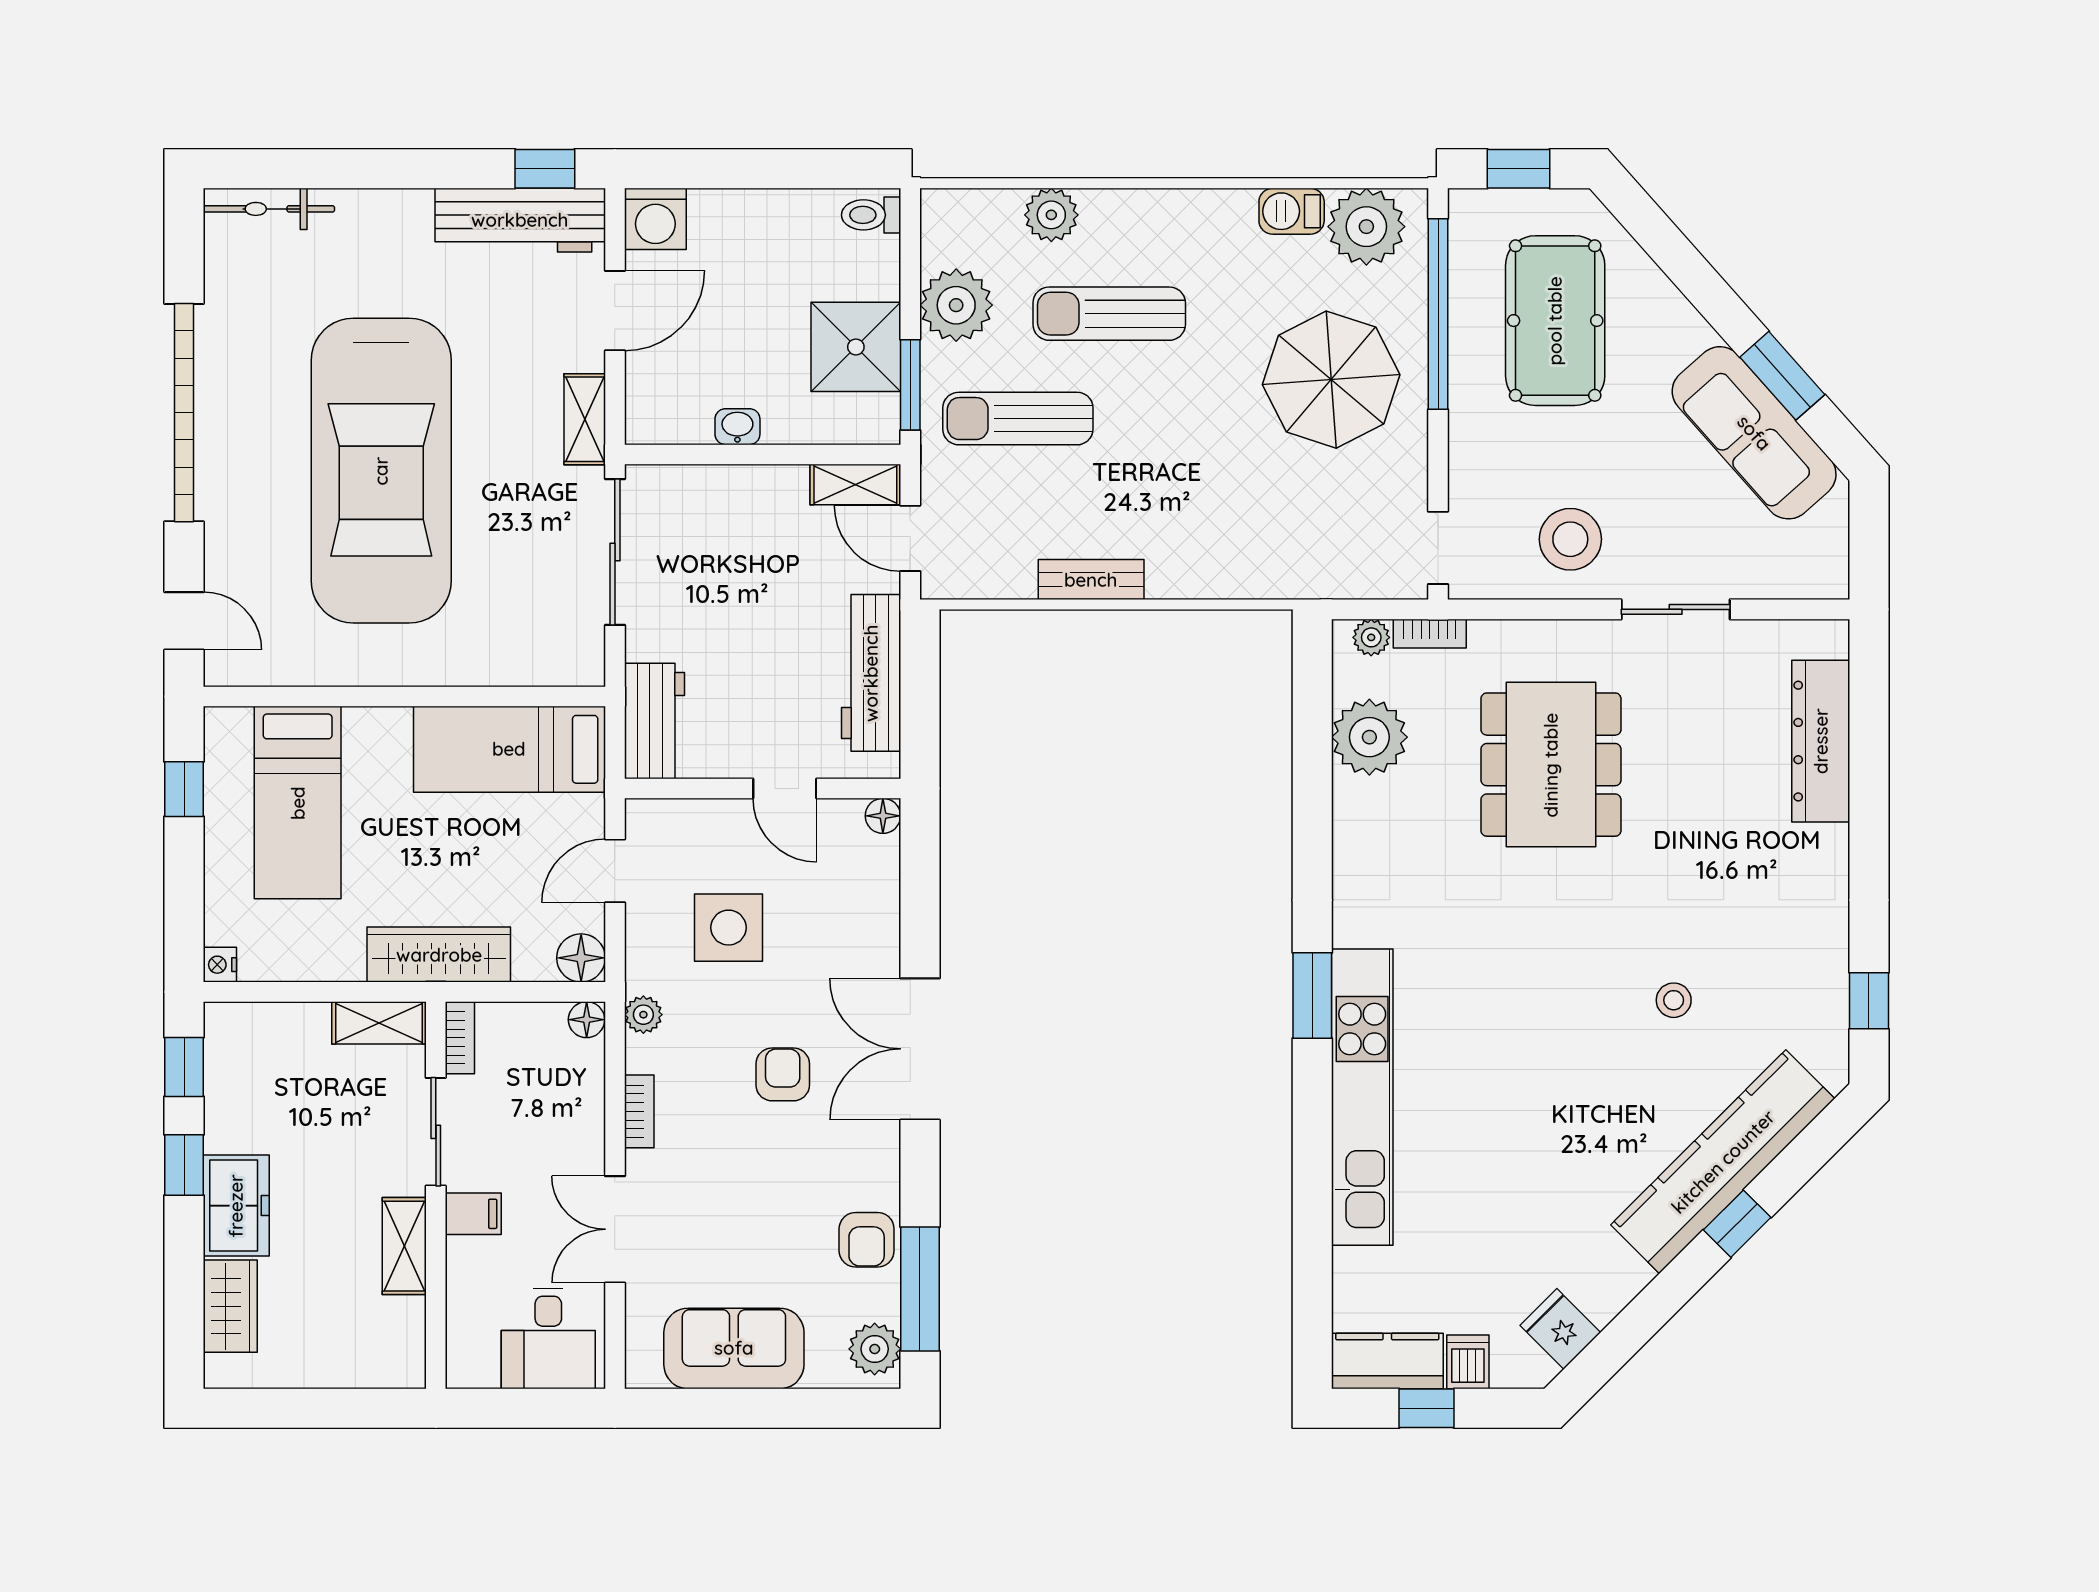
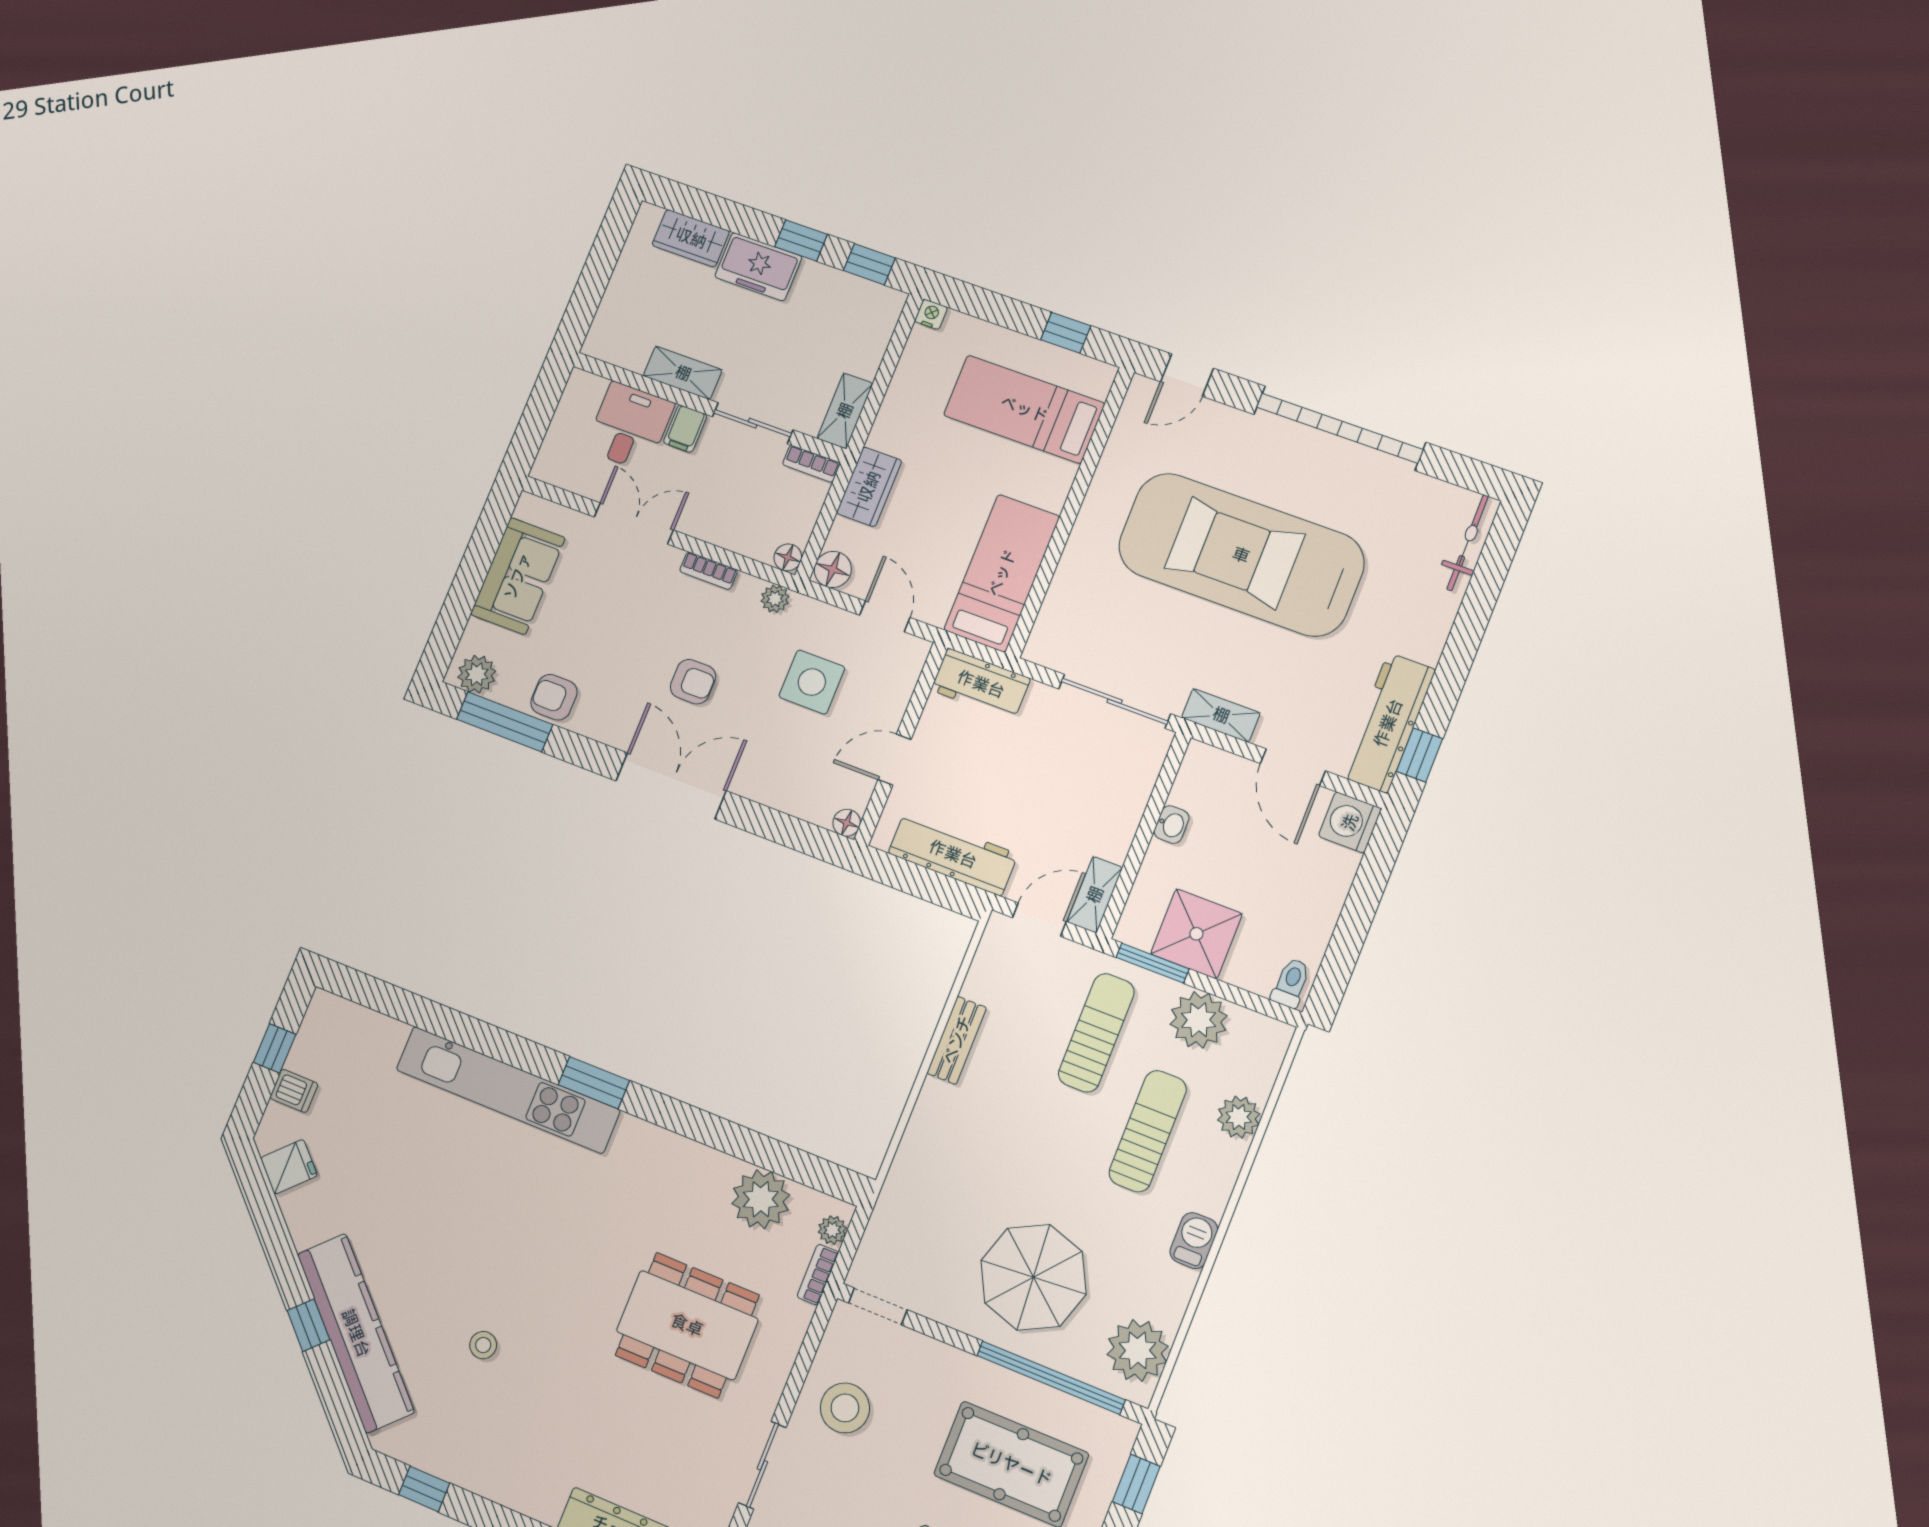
barbecue: (1292, 211) -> (1194, 1241), moved
wardrobe: (439, 955) -> (869, 487), width x0.67
desk: (548, 1338) -> (629, 427), moved, turned 90
kitchen counter: (1387, 1361) -> (318, 1034), removed

